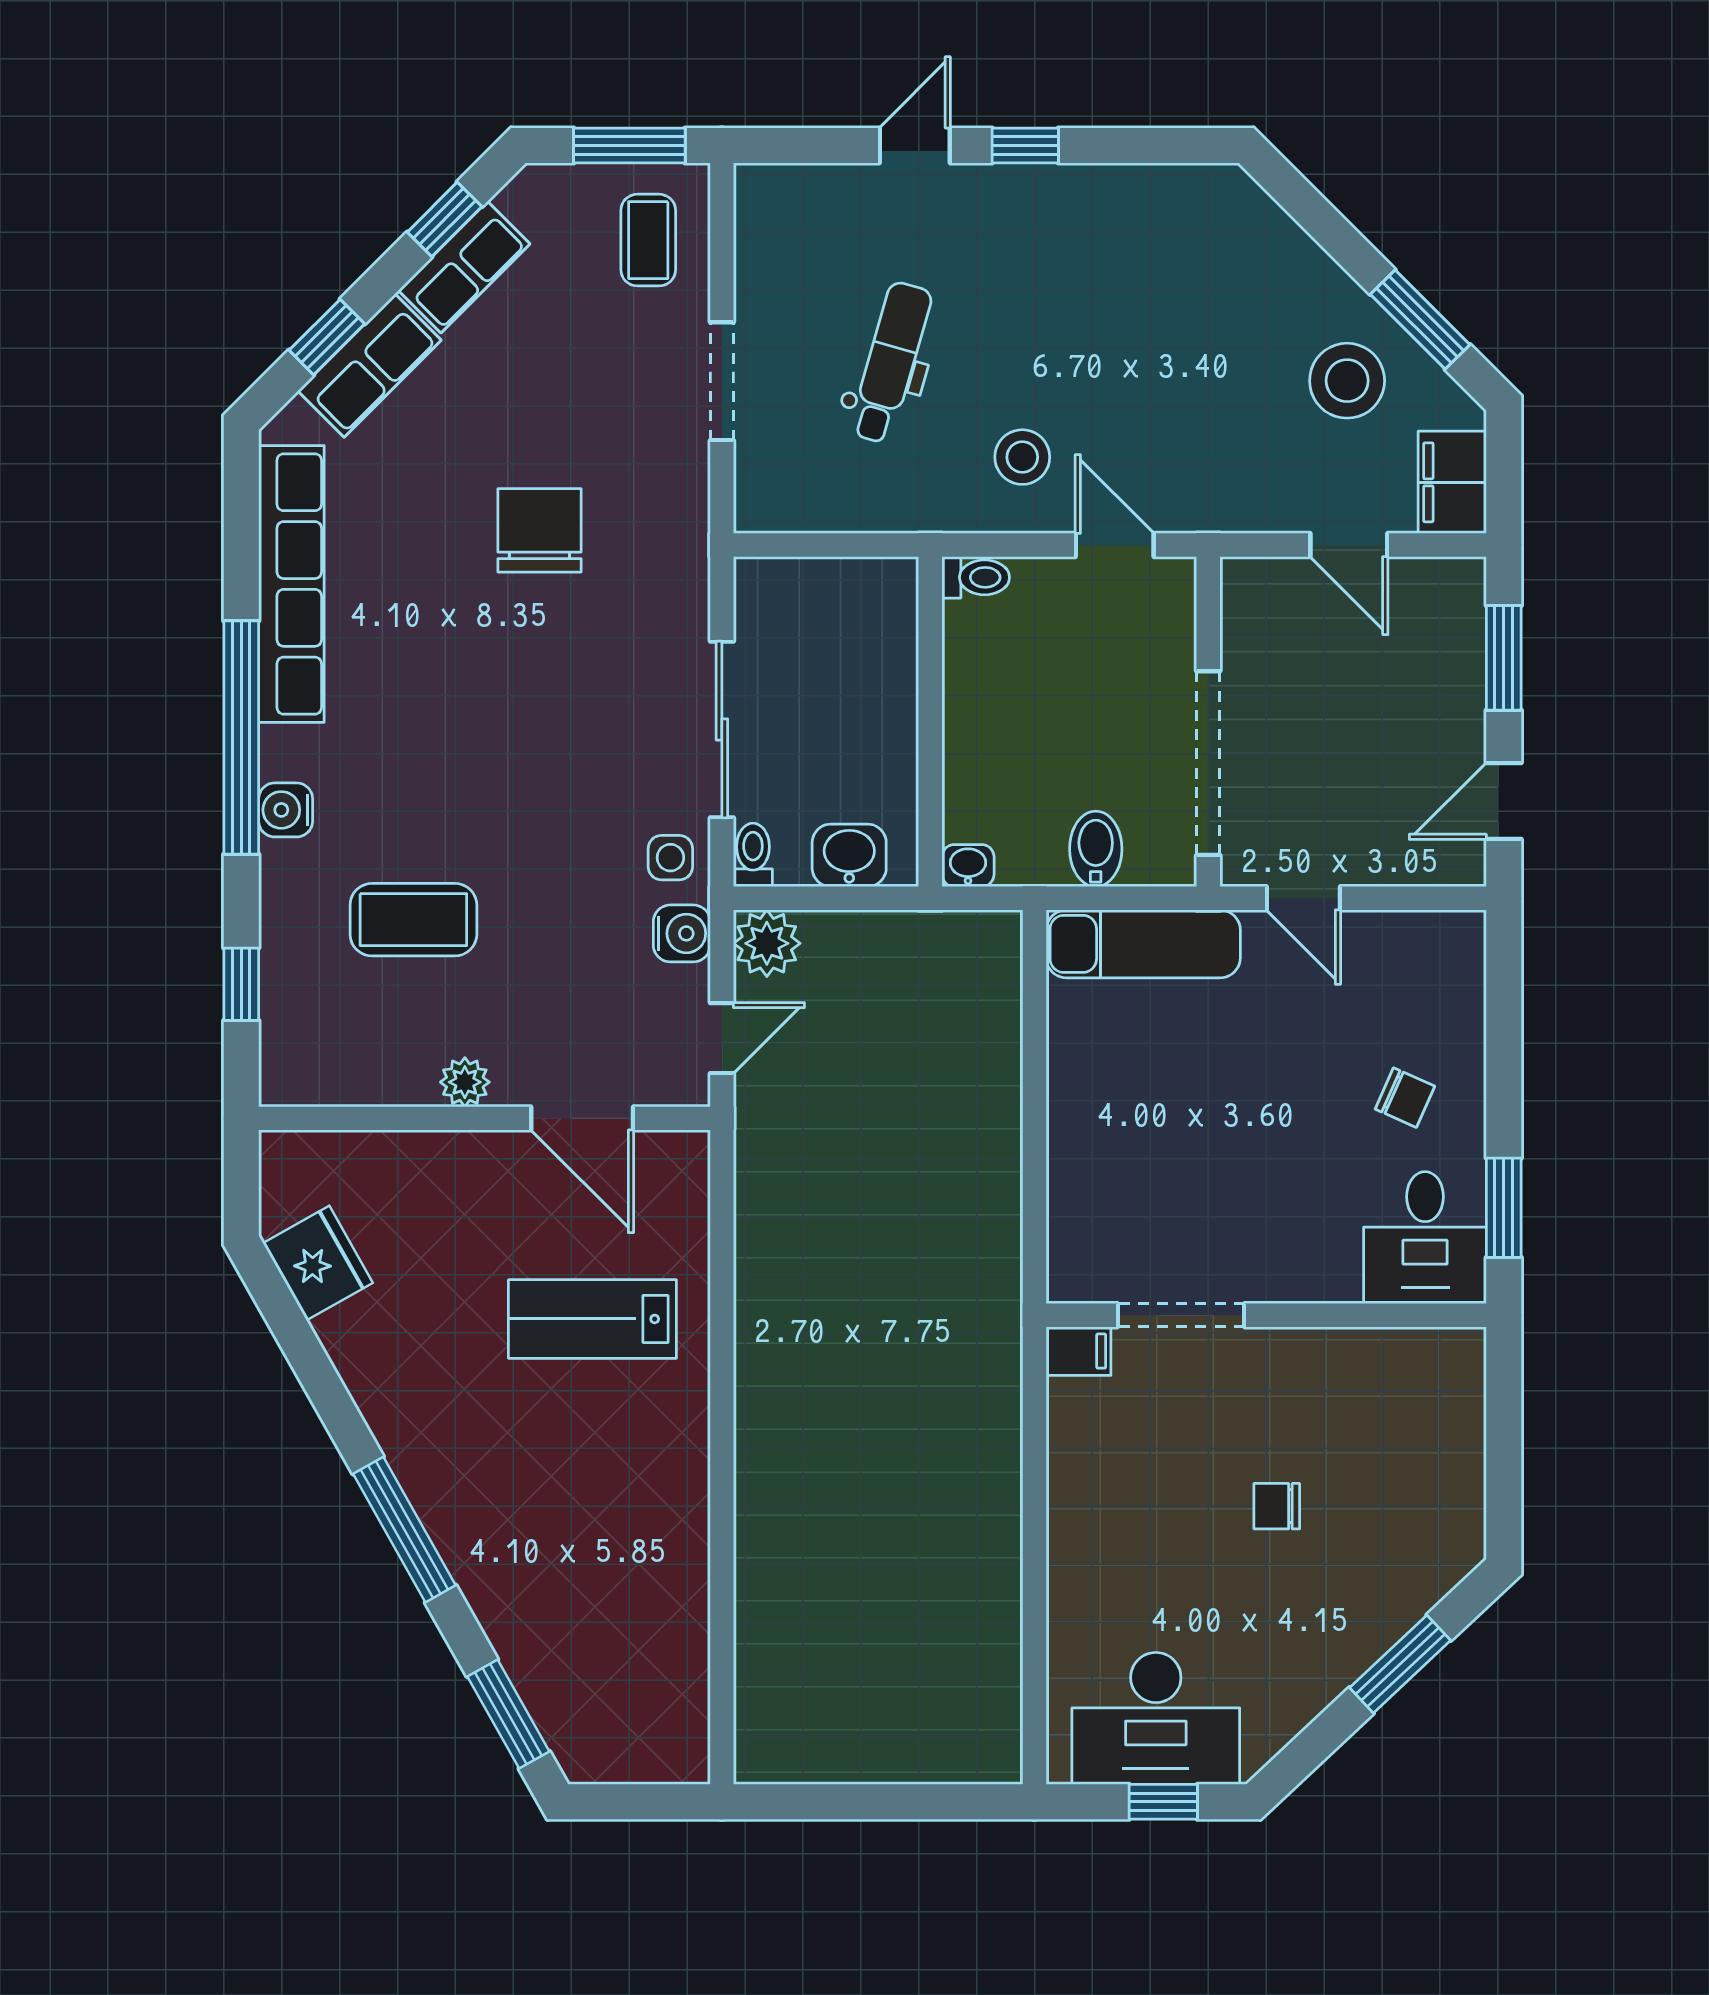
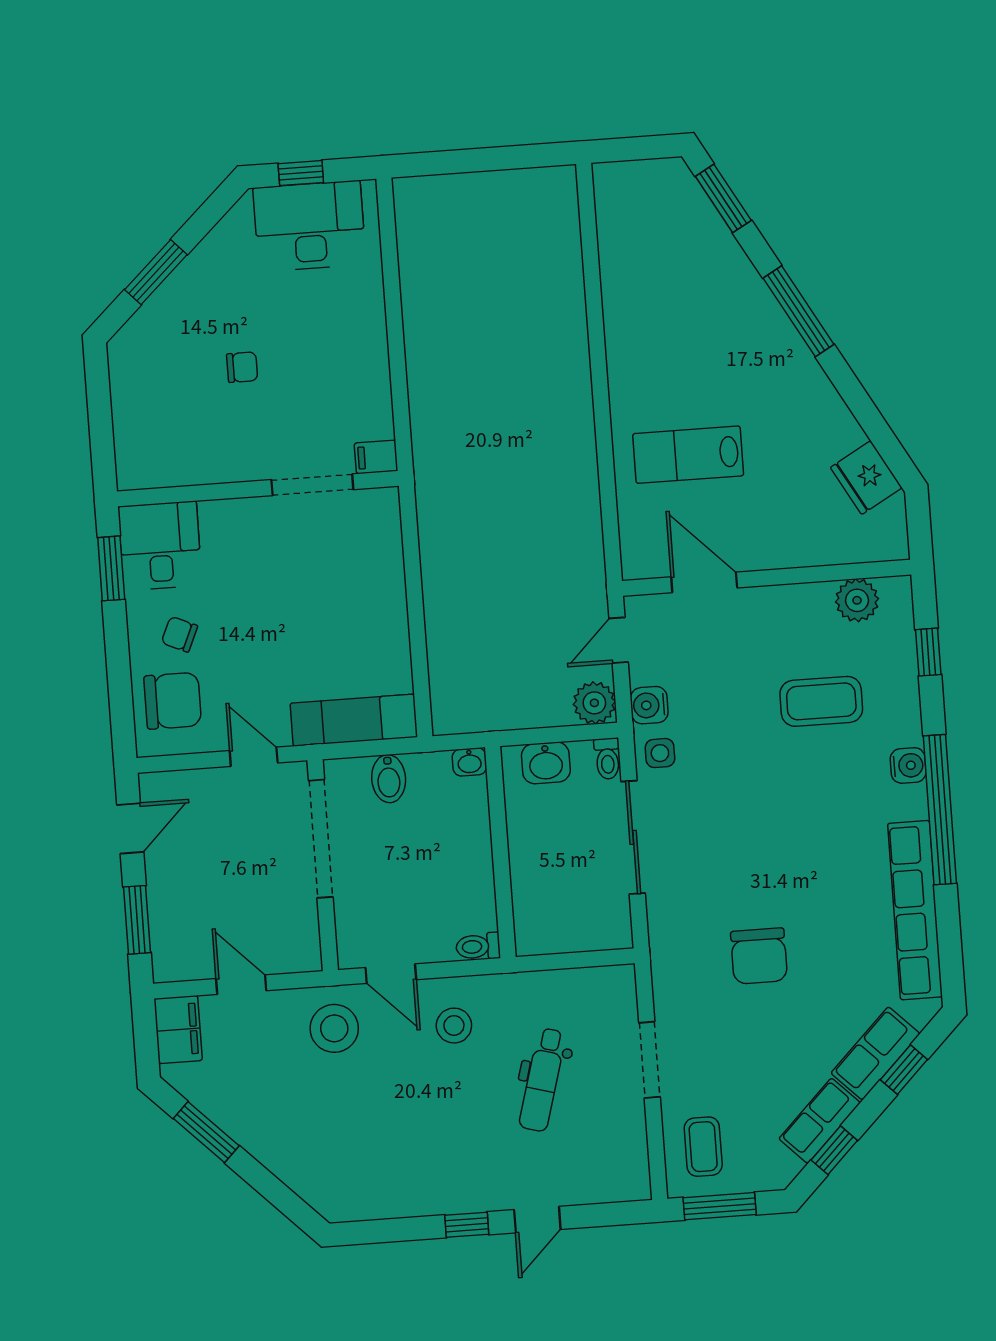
stool: (1347, 381) -> (334, 1028), moved
chair: (1423, 995) -> (173, 701), added
plant: (465, 1082) -> (857, 600), moved, width x1.38, depth x1.38
lab bench: (592, 1319) -> (688, 455), turned 180

